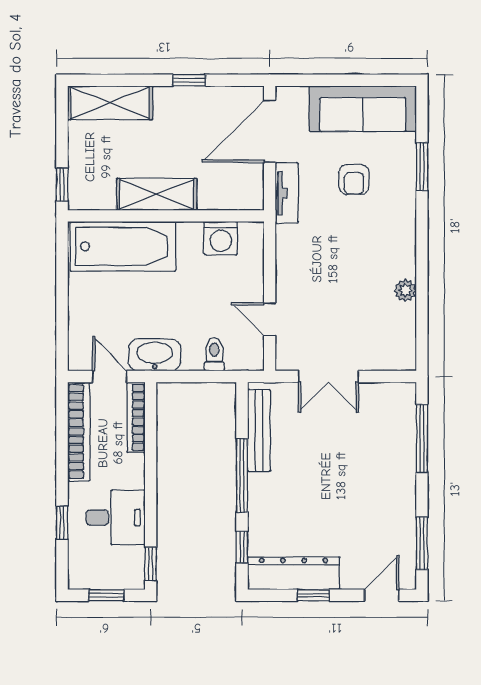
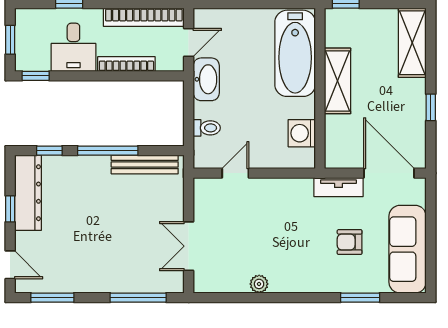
double door: (328, 377) -> (189, 246), moved
bookcase: (136, 417) -> (126, 64), moved

